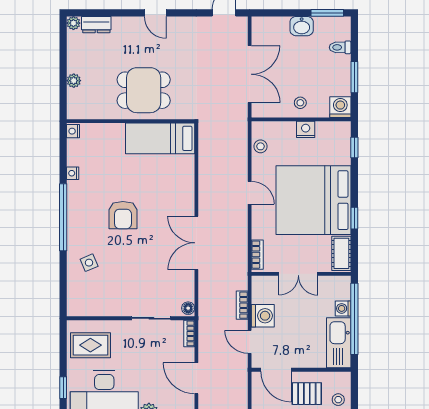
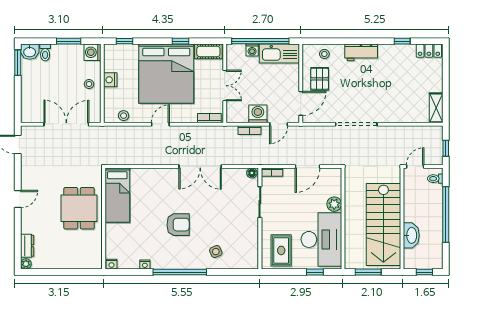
washbasin: (302, 26) -> (30, 52), moved, turned 90
plant: (74, 81) -> (71, 264), removed

